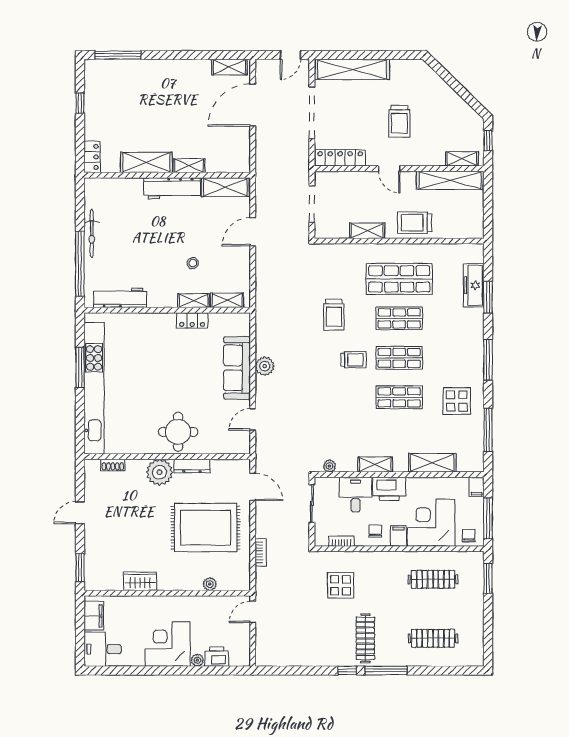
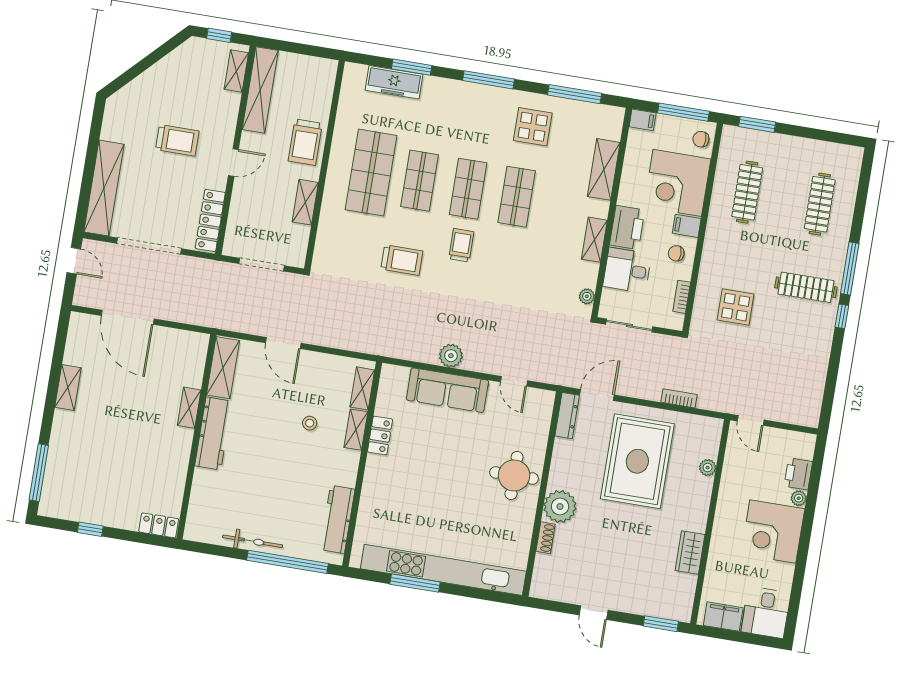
shelving: (229, 67) -> (68, 387), moved
shelving: (146, 162) -> (176, 460), removed
shoe rack: (113, 465) -> (546, 538), moved
dresser: (192, 466) -> (567, 416), moved

